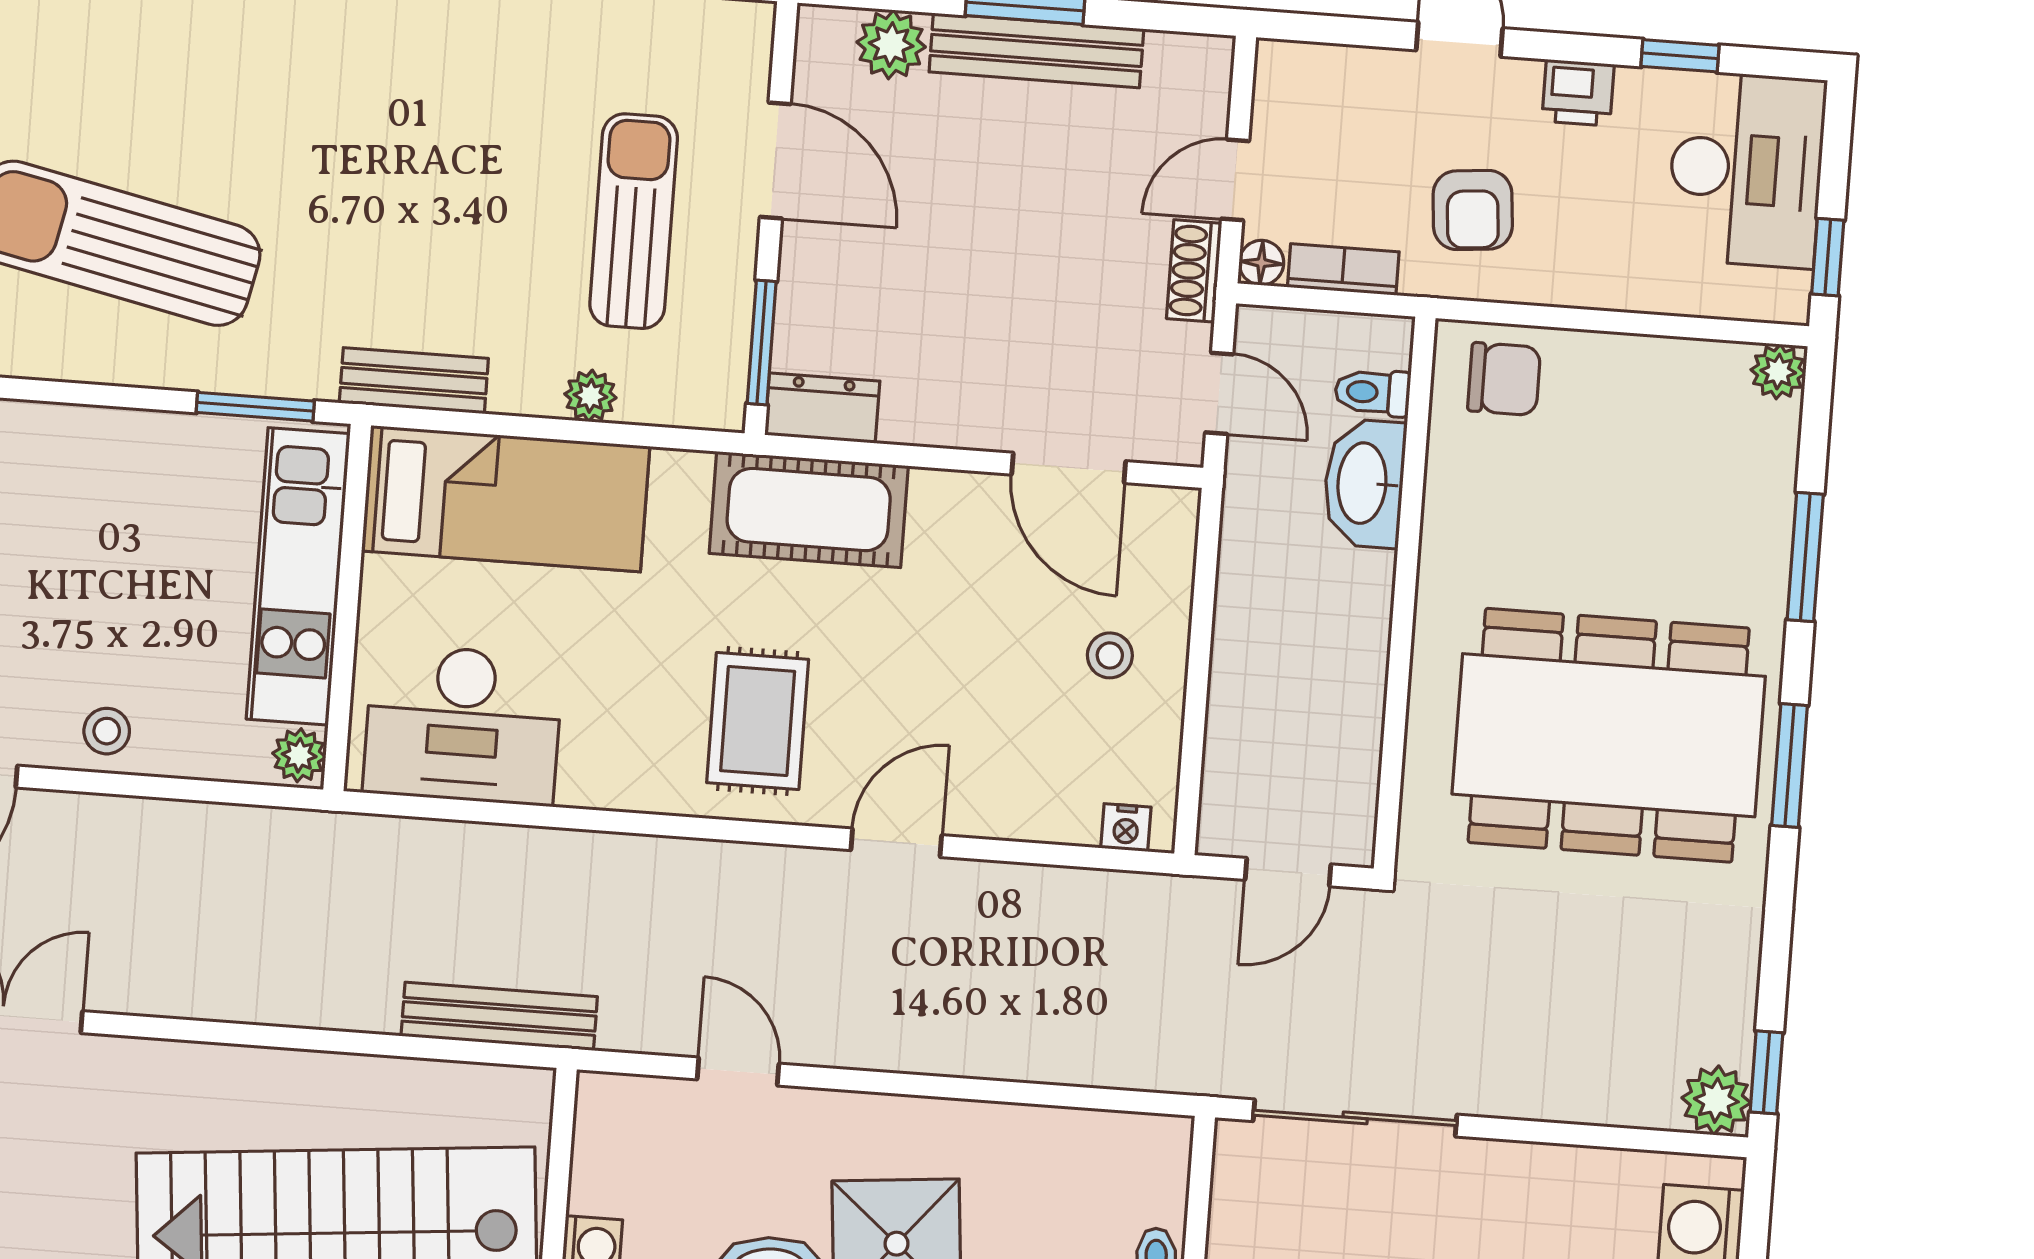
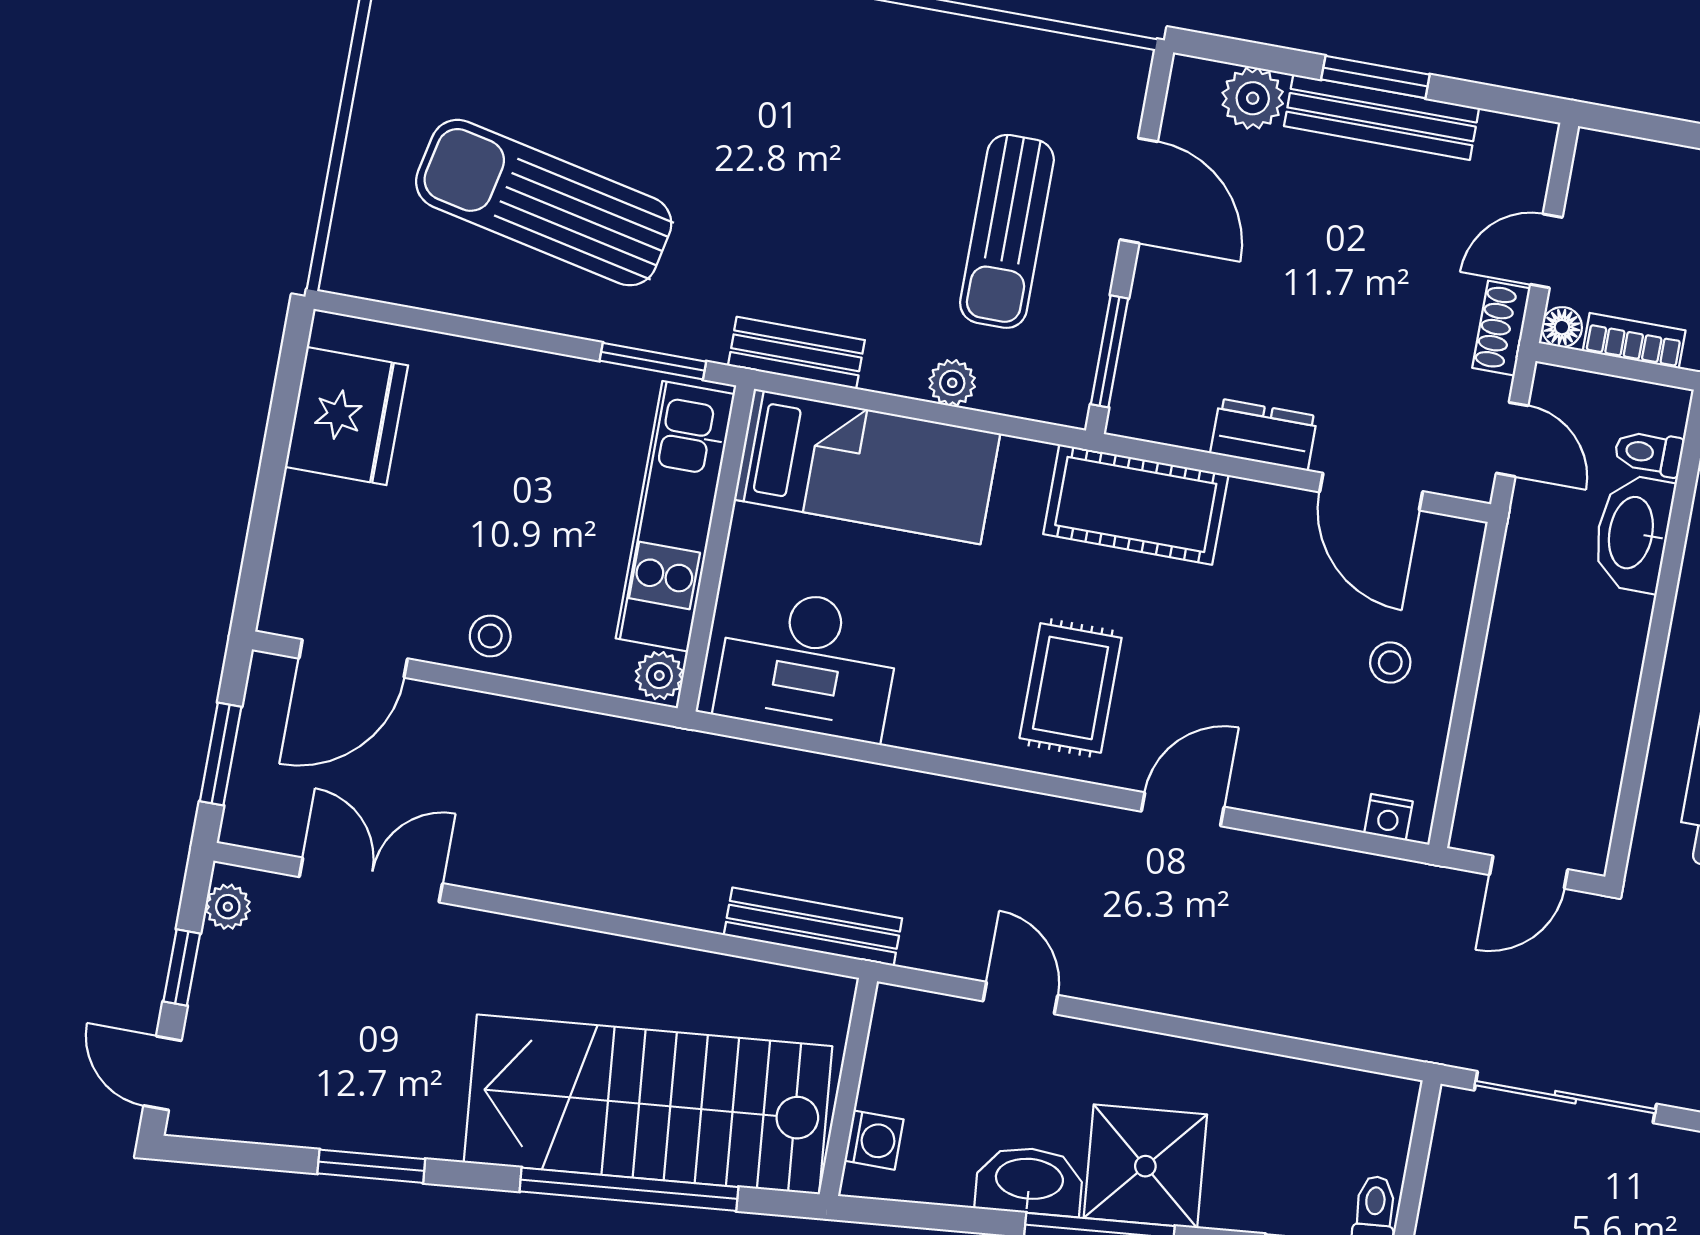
sun lounger: (634, 221) -> (1007, 231), turned 180
dresser: (822, 408) -> (1264, 435), moved

